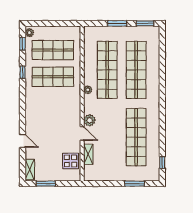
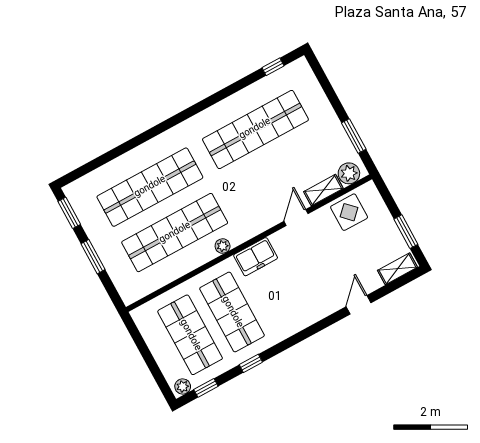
freezer: (74, 103) -> (256, 257), added
plant: (90, 120) -> (349, 173), moved
window: (135, 184) -> (354, 136), moved

